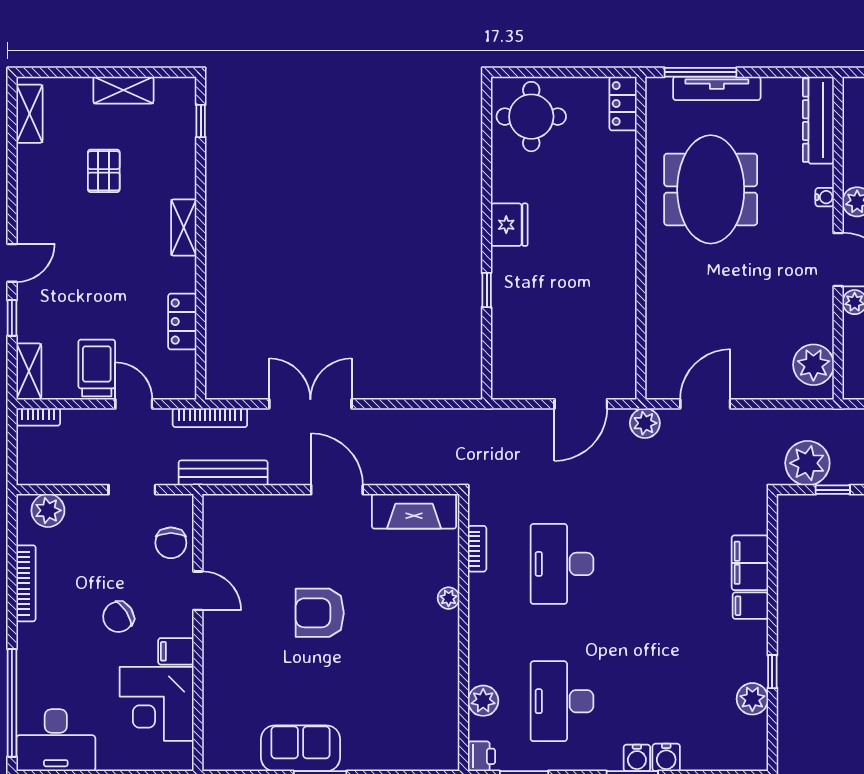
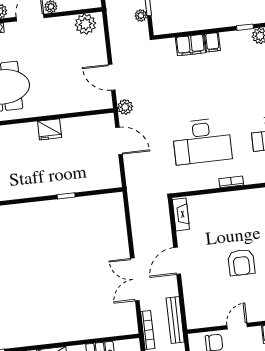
fridge: (509, 225) -> (50, 129), moved, turned 180
plant: (807, 463) -> (141, 15), width x0.53, depth x0.53
fireplace: (414, 511) -> (181, 214), width x0.73, depth x0.76
bookcase: (477, 549) -> (231, 182), moved
desk: (562, 564) -> (202, 141), width x1.36, depth x1.30
plant: (449, 598) -> (226, 197), removed

